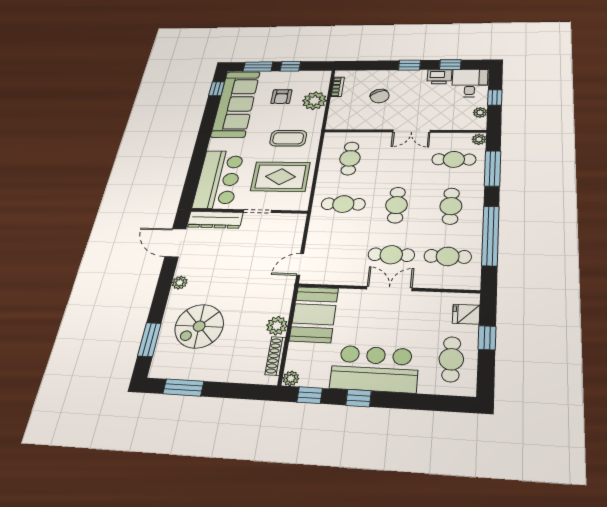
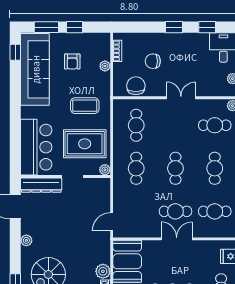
printer: (439, 77) -> (199, 40), removed
chair: (380, 96) -> (153, 61), turned 116
plant: (314, 101) -> (105, 66), width x0.53, depth x0.53
chair: (355, 119) -> (136, 86), added
double door: (411, 131) -> (181, 98), swing flipped
cafe table: (343, 204) -> (136, 168), turned 90
plant: (301, 205) -> (105, 170), added

